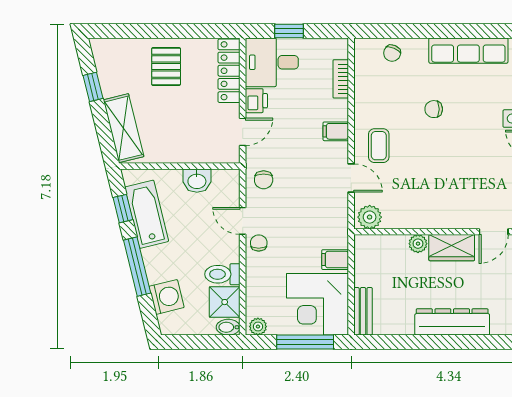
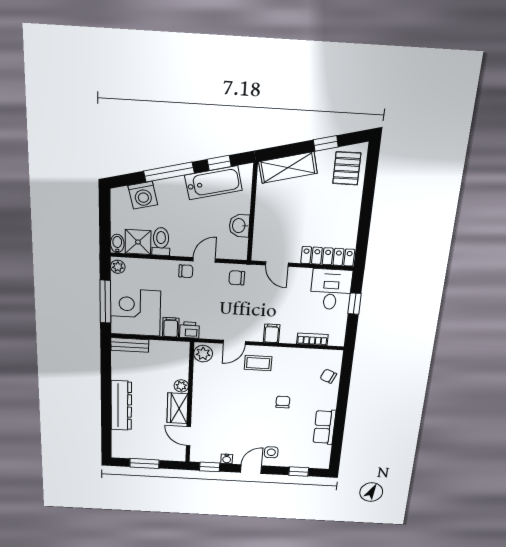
row of seats: (468, 51) -> (324, 427), width x0.68
pallet: (166, 66) -> (347, 168), moved, turned 90
printer: (256, 101) -> (189, 330), moved, turned 180

